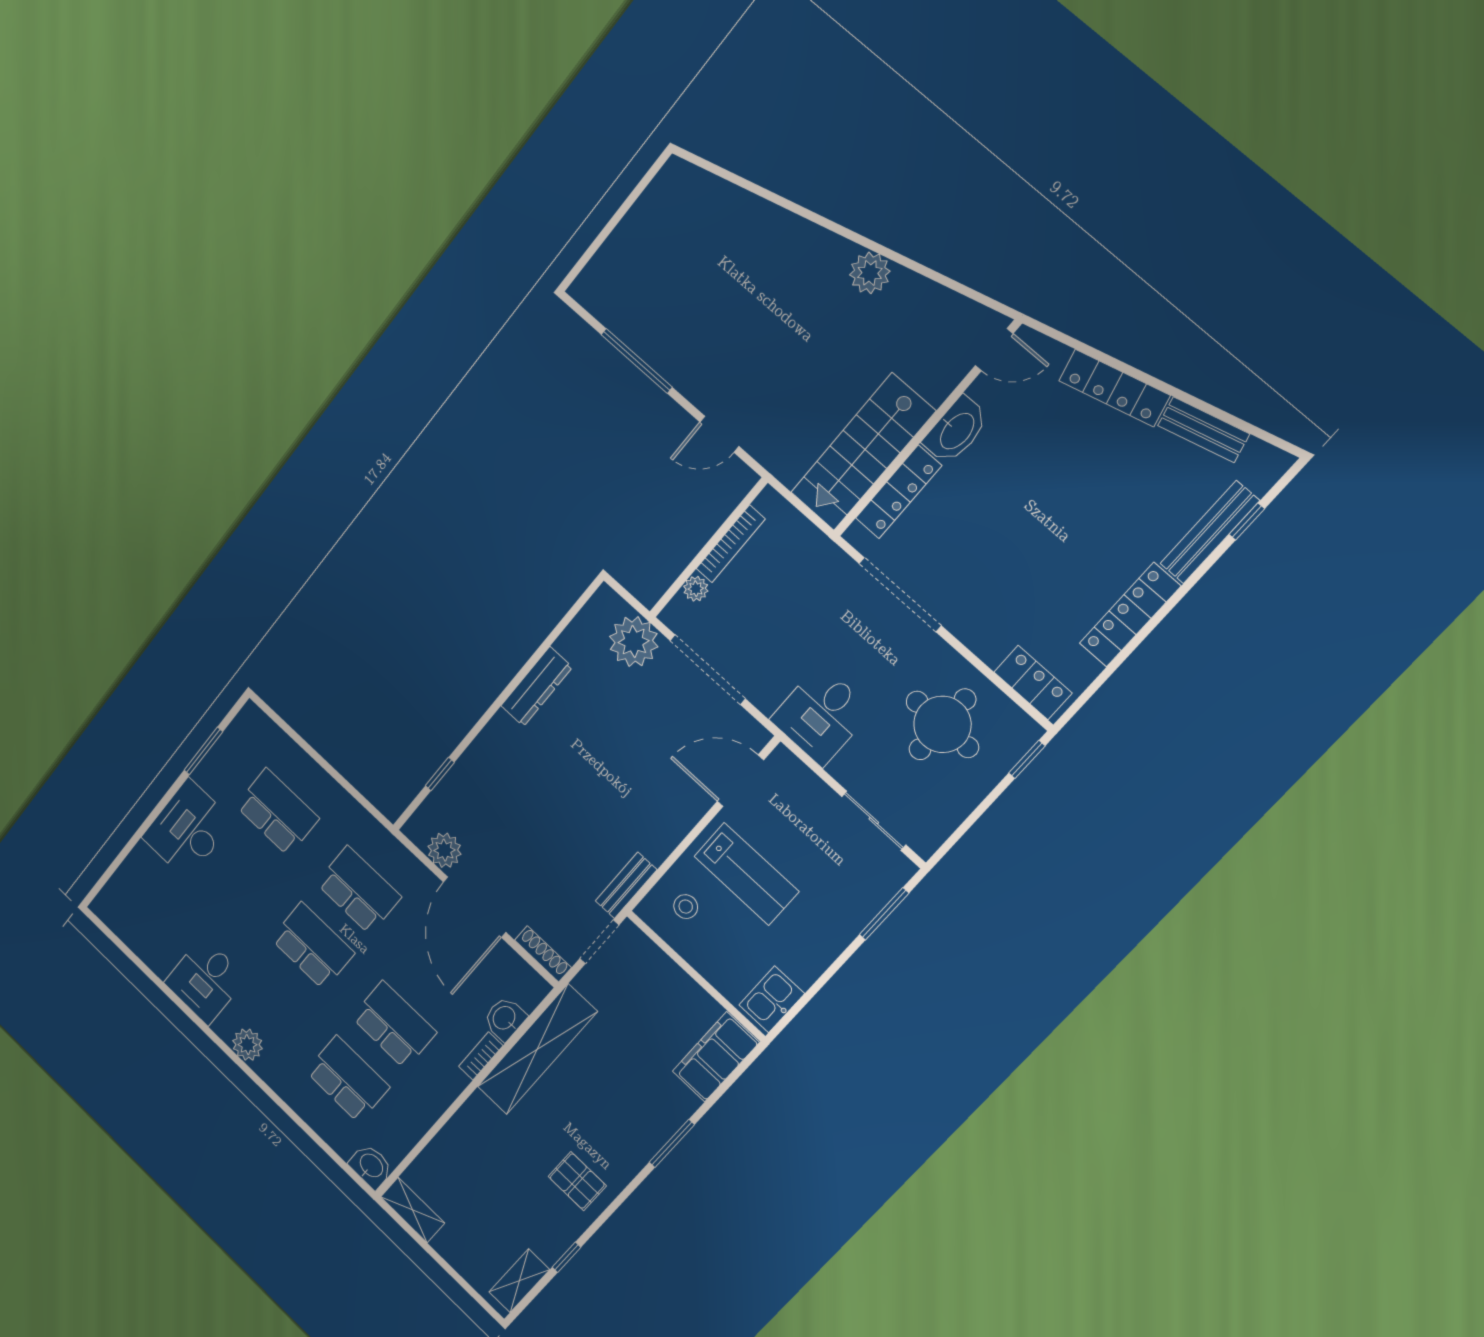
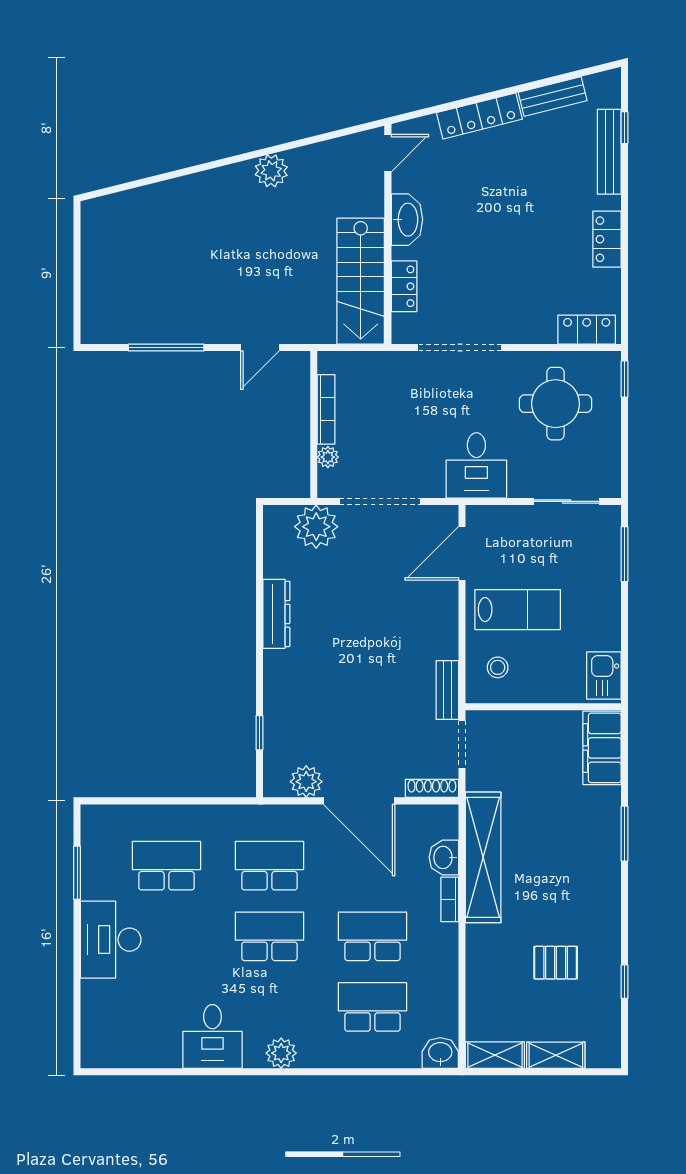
locker: (899, 492) -> (404, 286), width x0.66
locker: (1130, 615) -> (607, 239), width x0.66
pallet: (577, 1181) -> (556, 963), moved
shelving: (519, 1281) -> (556, 1055), moved, turned 90

